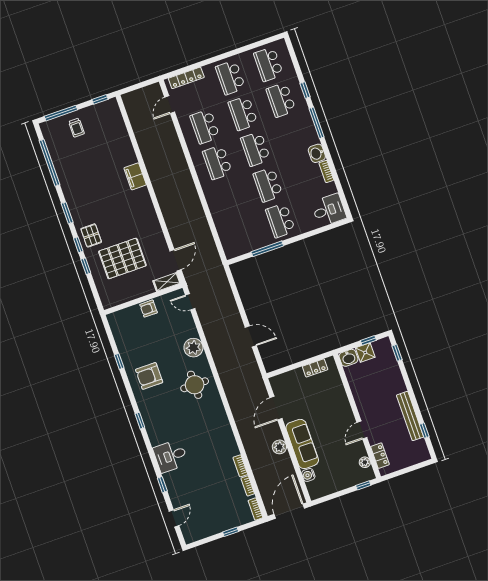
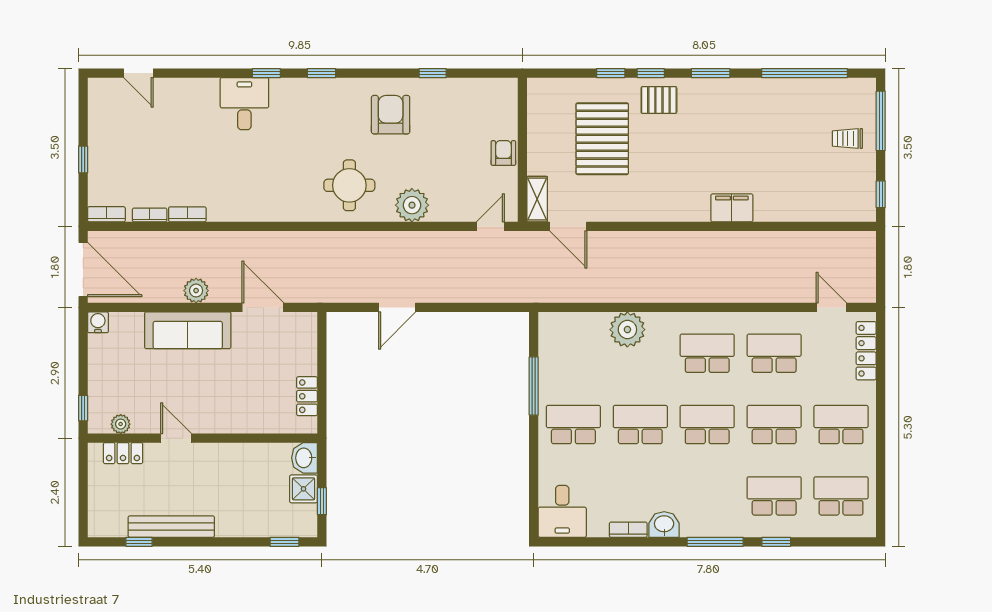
plant: (220, 209) -> (627, 330), added
water cooler: (308, 475) -> (98, 322), moved
window: (162, 485) -> (266, 73), moved

